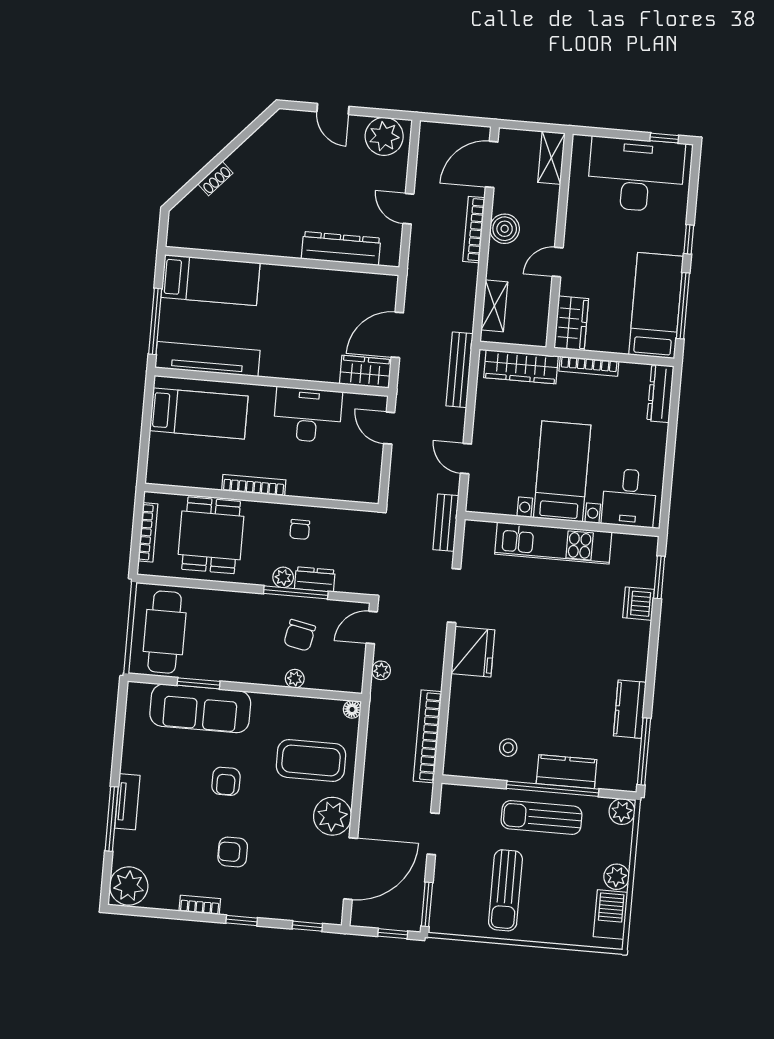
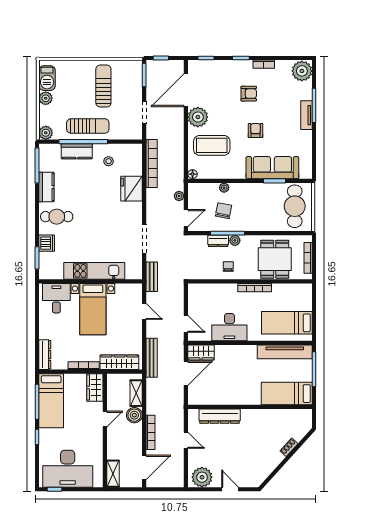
boiler: (505, 229) -> (134, 415), moved
fridge: (473, 652) -> (132, 189), moved
cafe table: (615, 652) -> (57, 217), added

